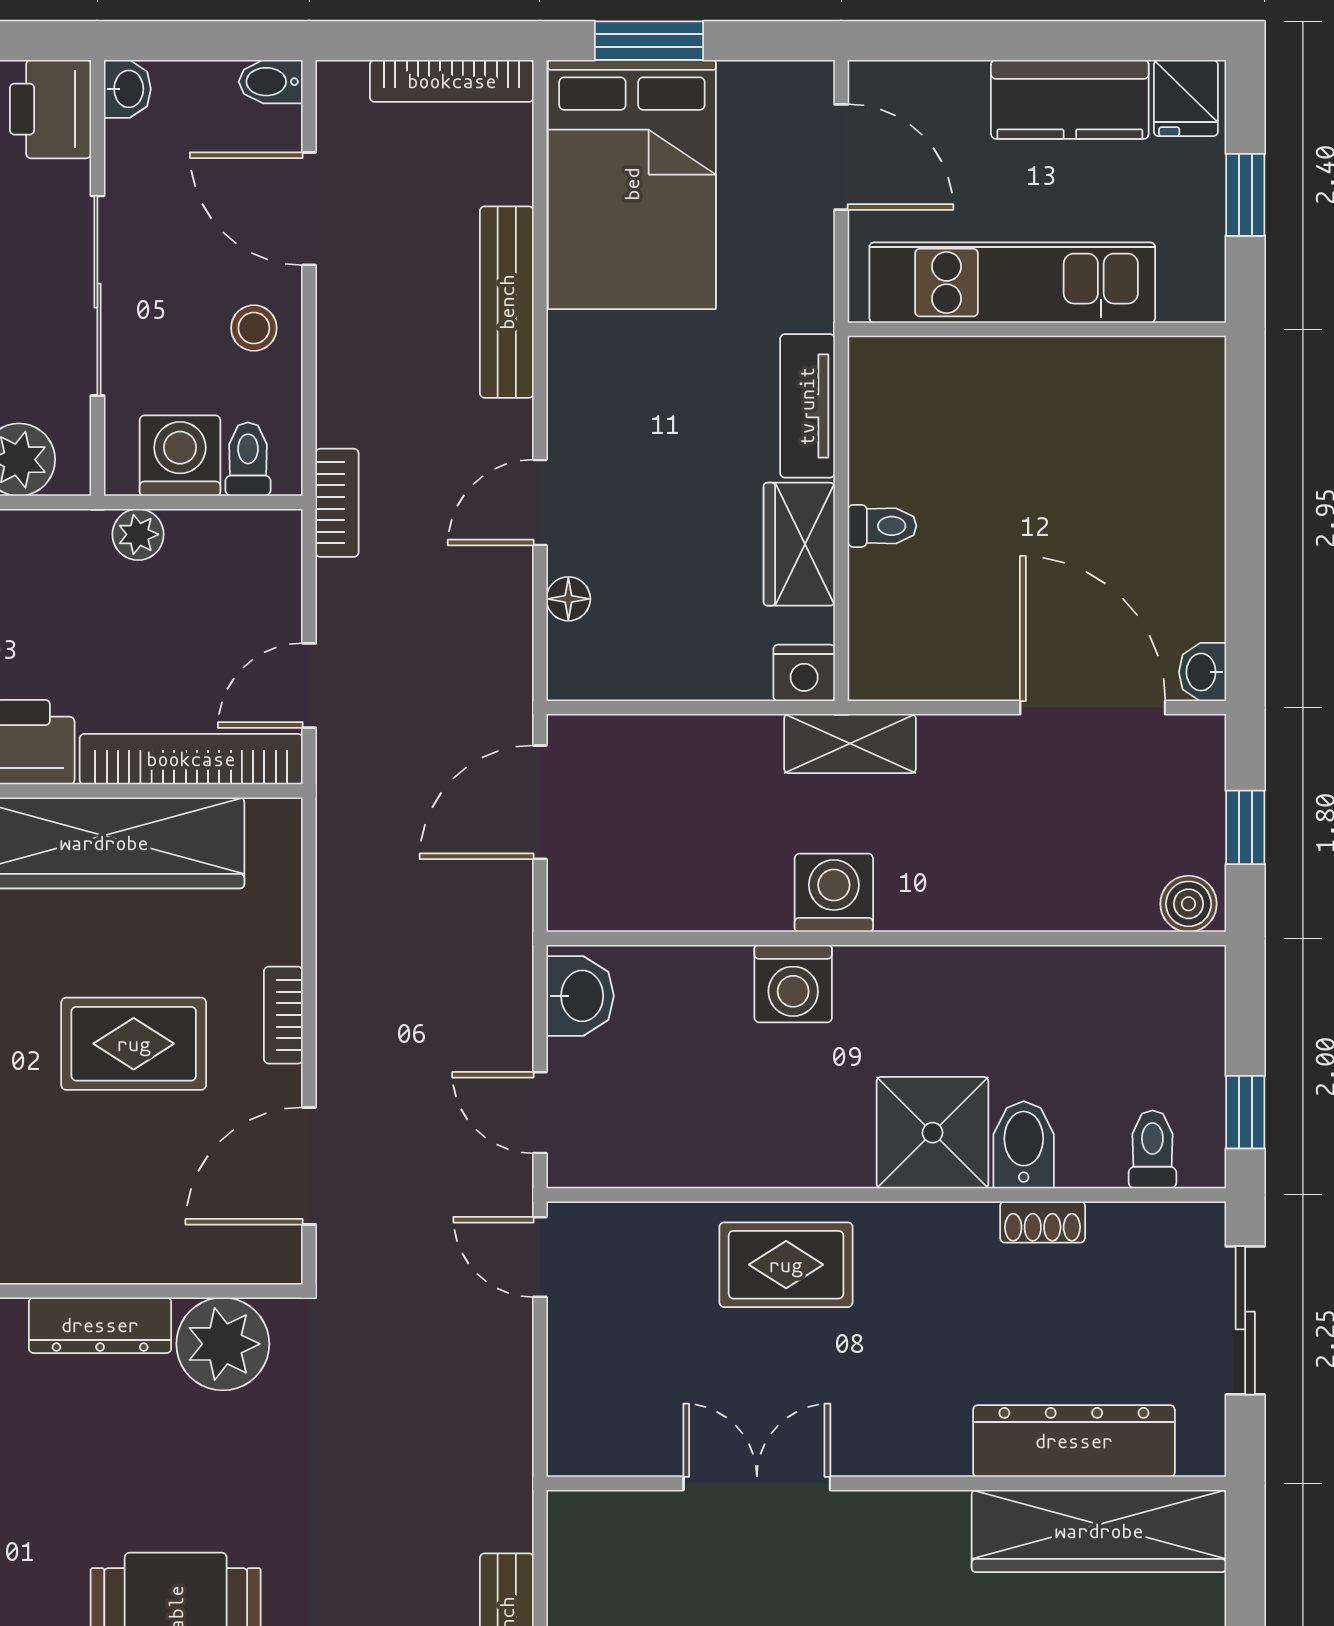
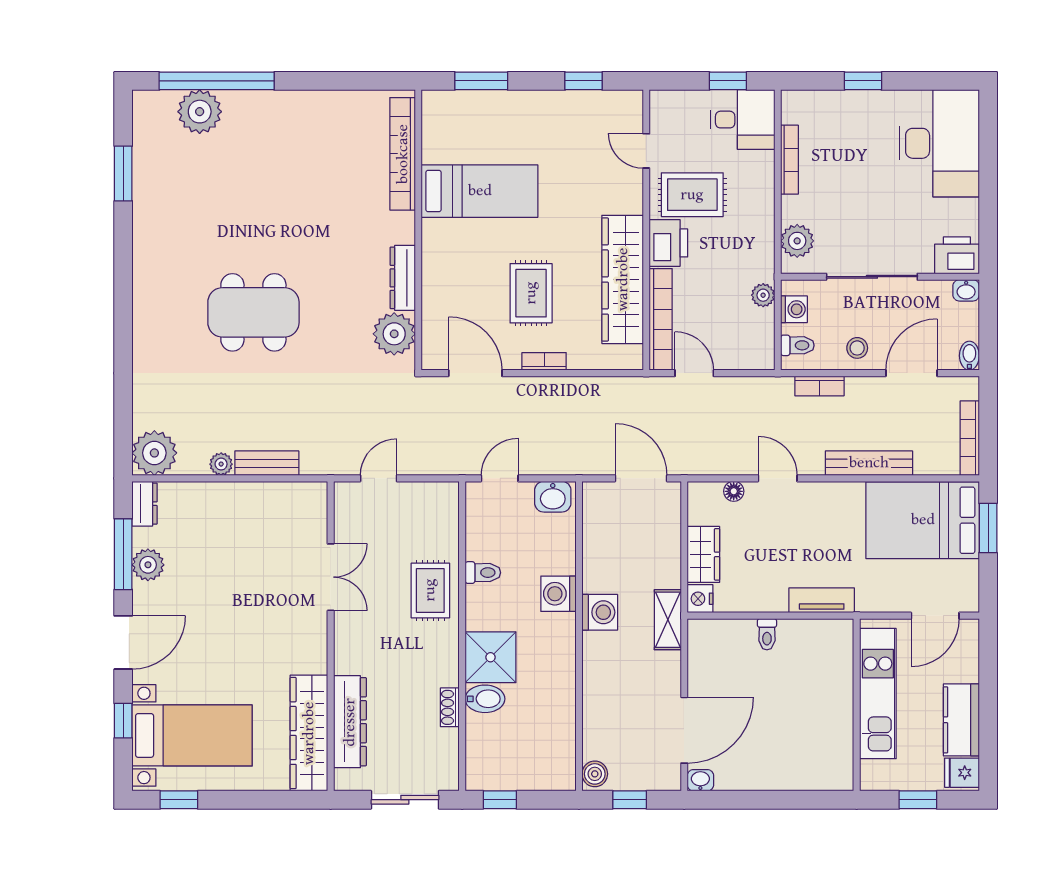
washing machine: (180, 456) -> (794, 309), width x0.73, depth x0.73
bookcase: (337, 503) -> (819, 386), moved
wardrobe: (799, 544) -> (703, 554), moved, turned 90
toilet: (1152, 1149) -> (483, 573), moved
door: (540, 1257) -> (379, 478), moved

